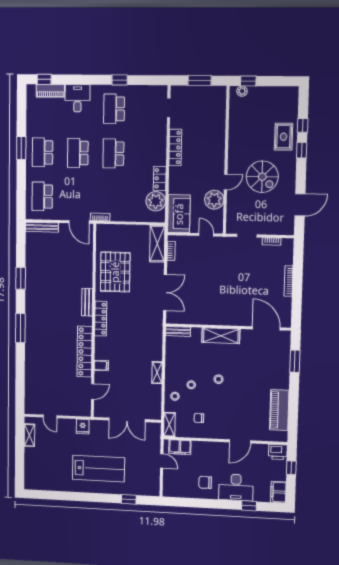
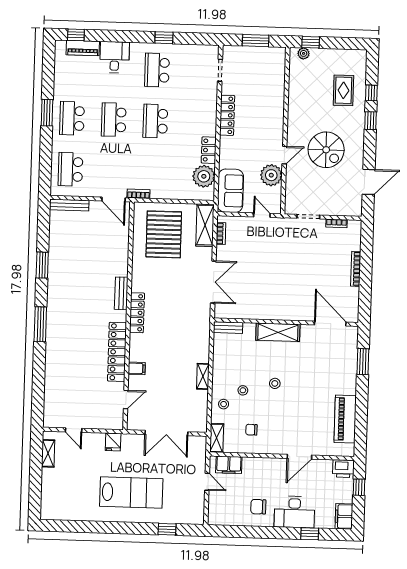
rug: (284, 137) -> (343, 90), moved
pallet: (115, 272) -> (164, 234), moved

